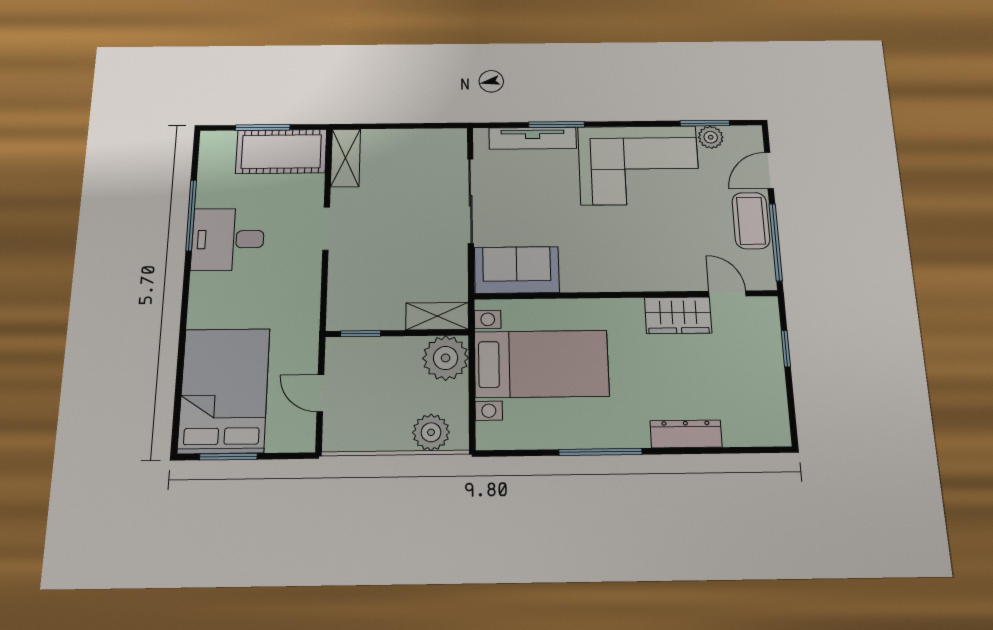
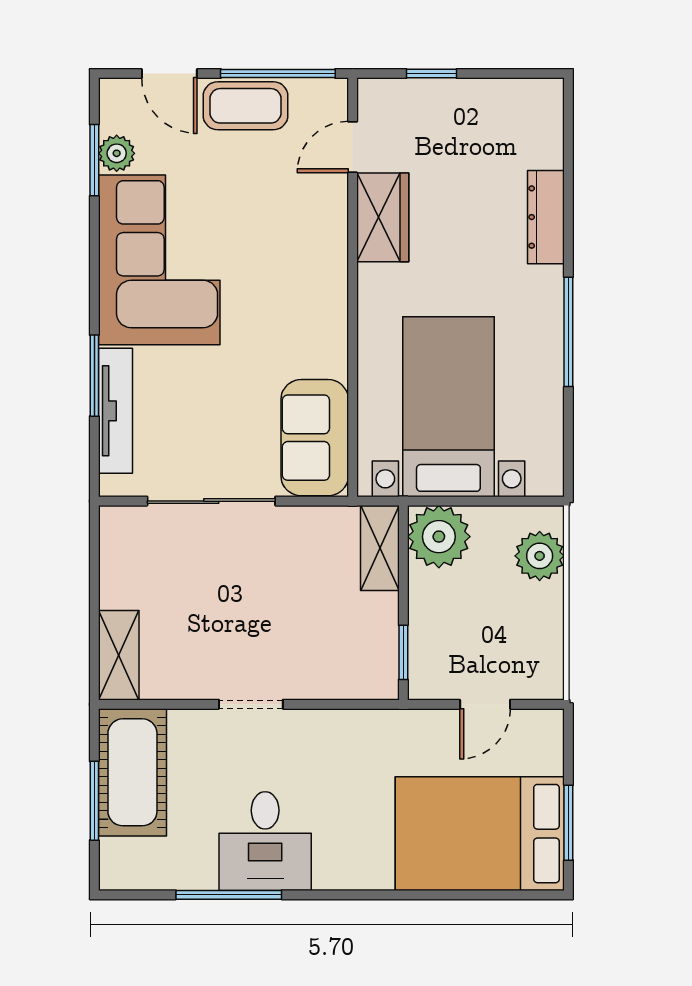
shelving: (346, 158) -> (119, 655), moved, turned 90

